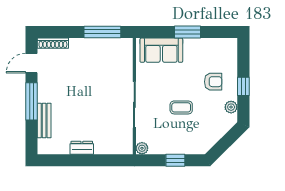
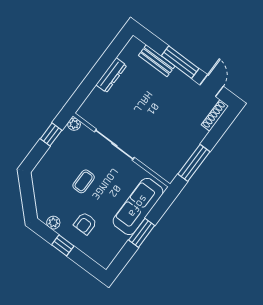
sofa: (161, 50) -> (138, 206), width x1.36
dresser: (82, 148) -> (111, 75), width x1.44
window: (175, 160) -> (51, 134), moved

